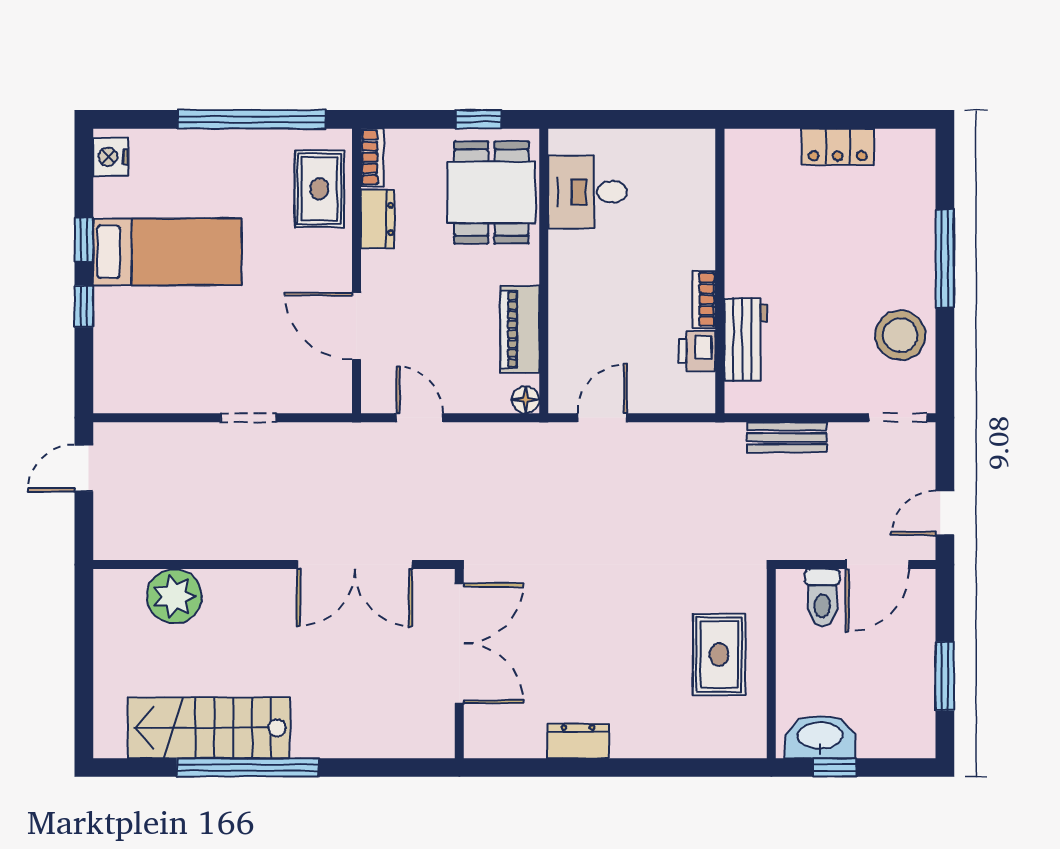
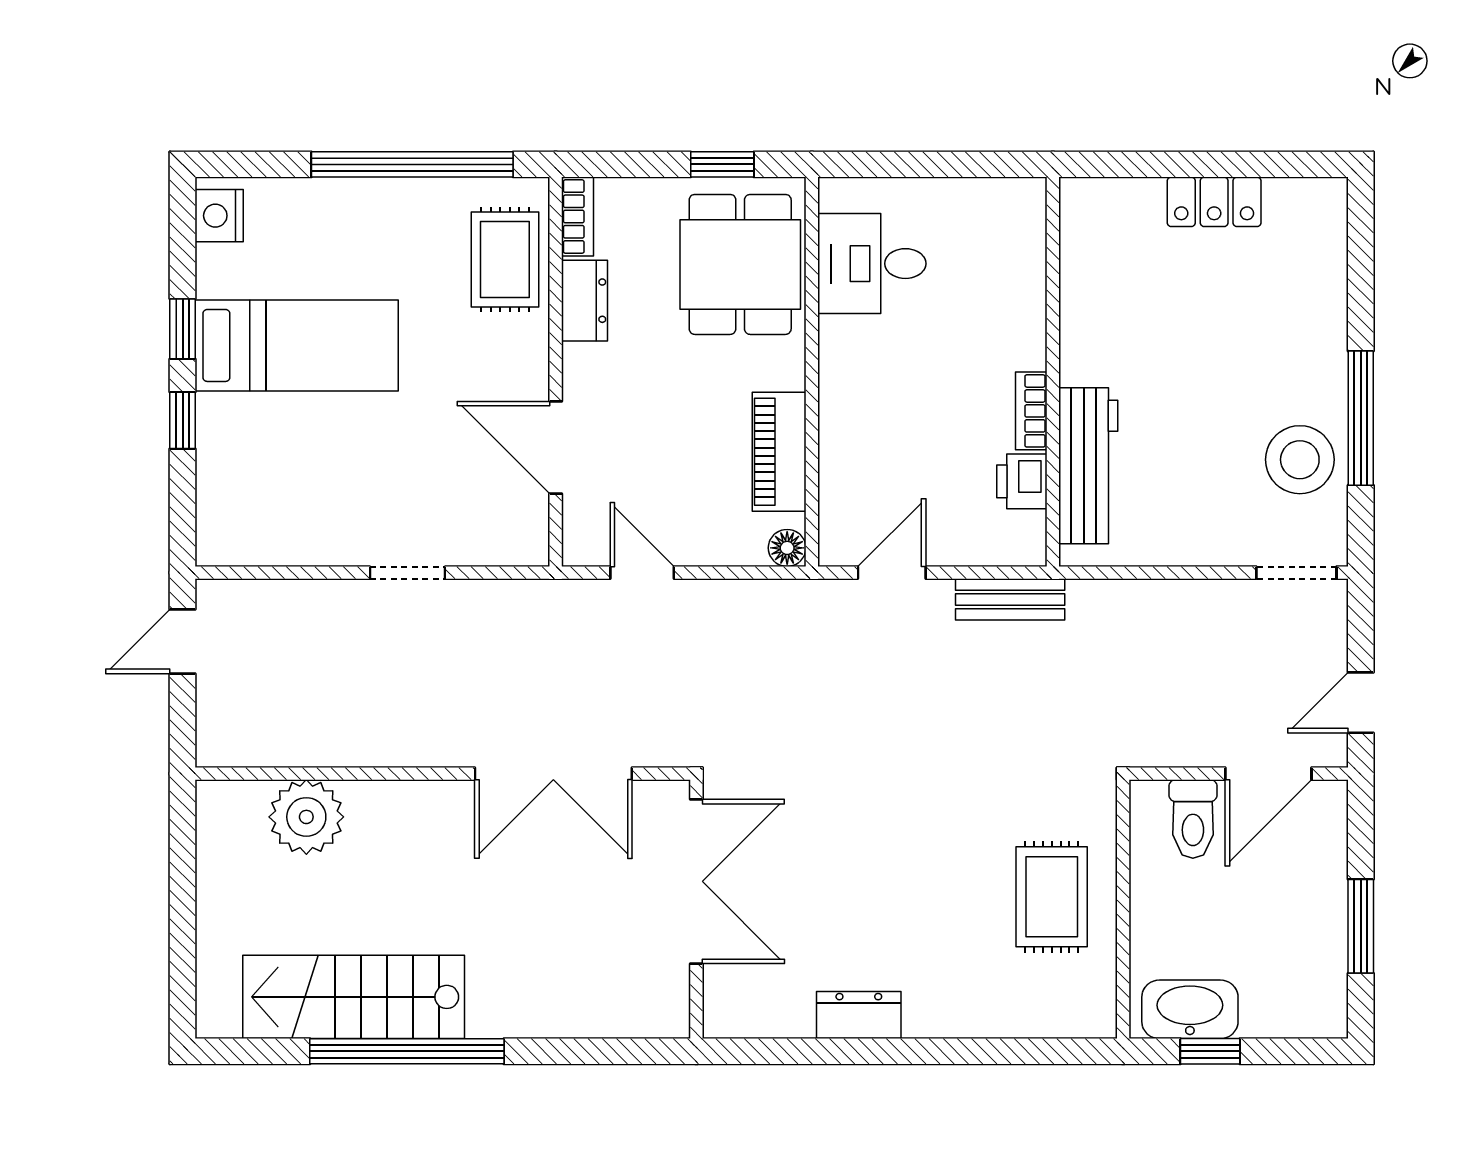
window: (945, 258) -> (1361, 418), moved
workbench: (746, 340) -> (1088, 466), width x1.38
bench: (787, 437) -> (1010, 599), moved

